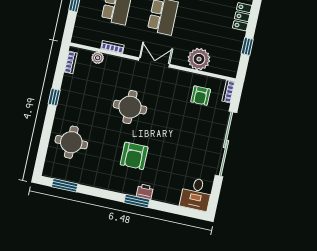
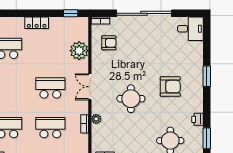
window: (247, 46) -> (71, 13), moved
plant: (98, 58) -> (96, 119), moved
printer: (145, 192) -> (198, 119), moved

